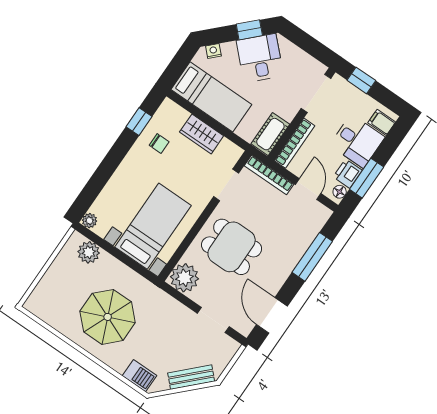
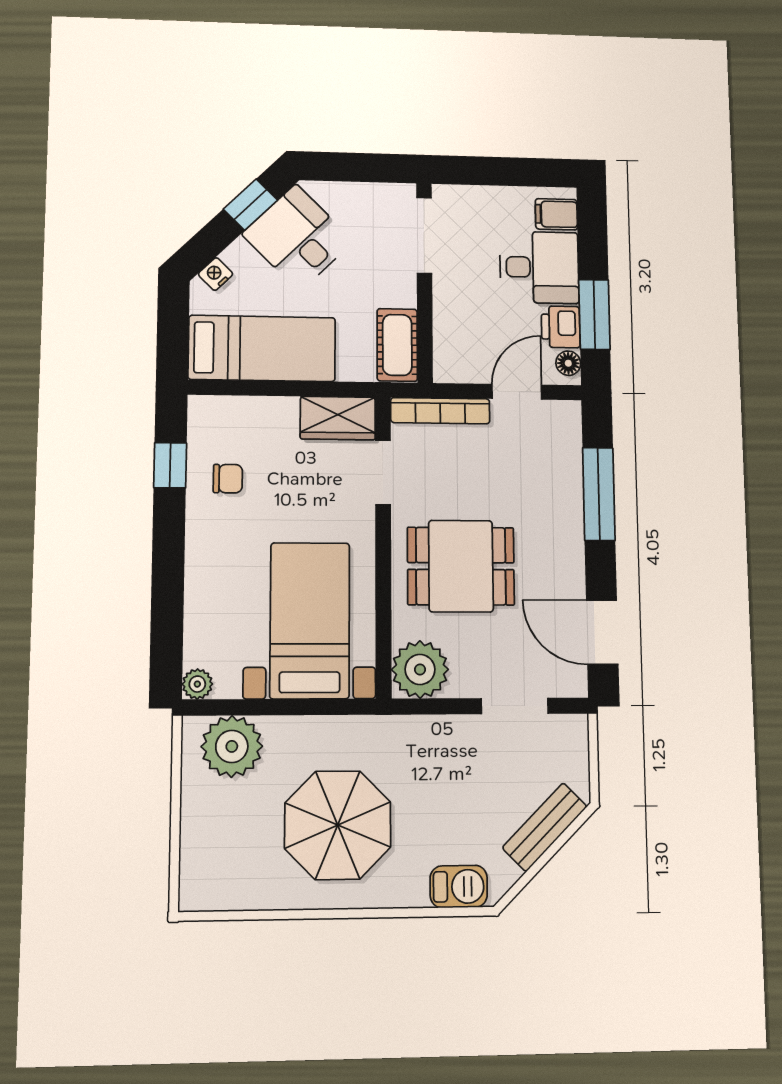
window: (361, 80) -> (480, 171), removed
wardrobe: (202, 134) -> (338, 418), moved
bookcase: (295, 143) -> (445, 334), removed
door: (308, 189) -> (517, 392), hinge flipped
plant: (89, 252) -> (232, 746), width x1.36, depth x1.36

